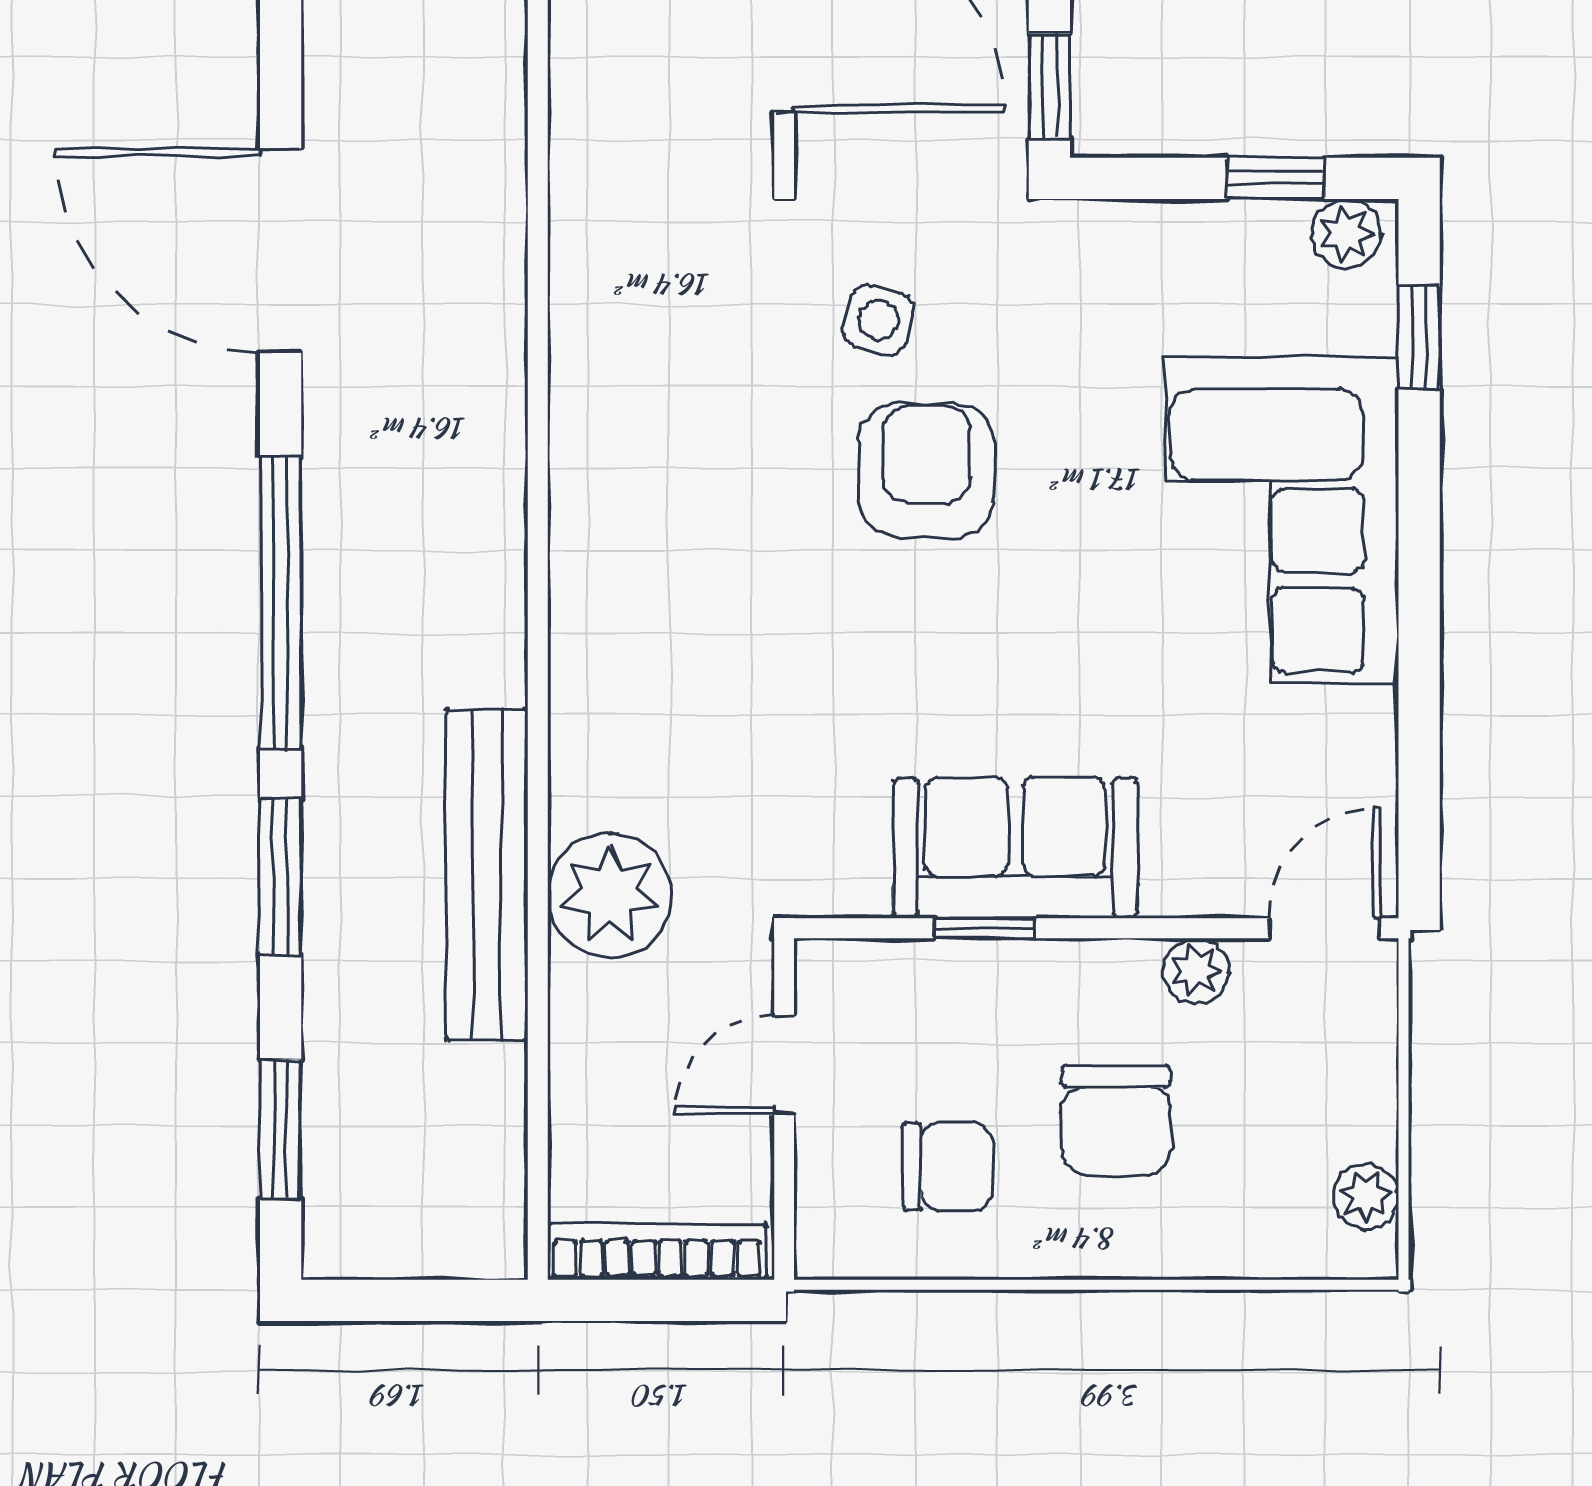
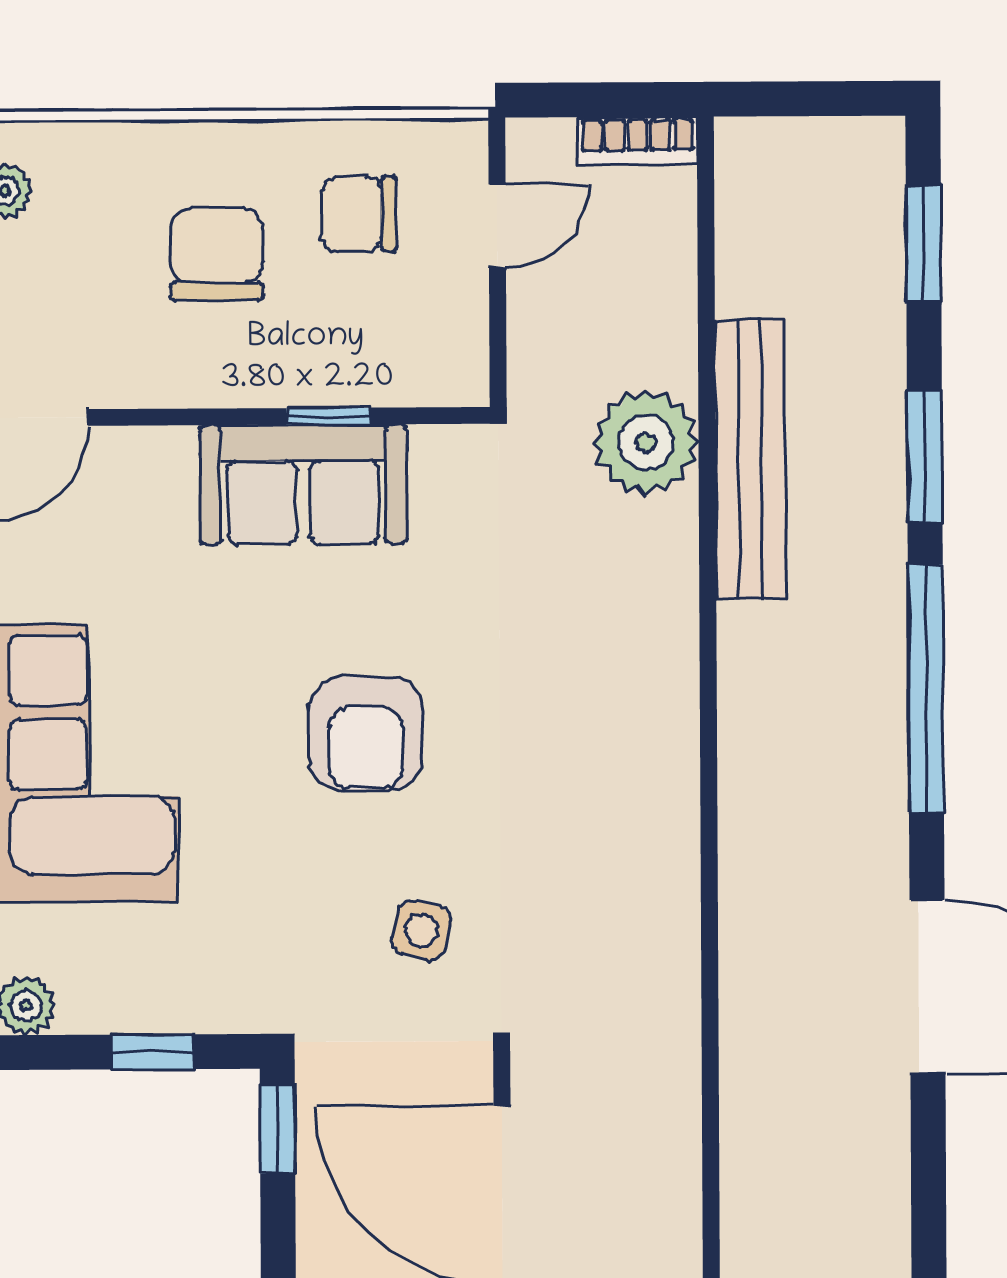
window: (1276, 178) -> (153, 1052), moved
armchair: (927, 471) -> (366, 734), moved
plant: (1196, 971) -> (150, 381), removed
door: (784, 1065) -> (497, 226), moved
bookcase: (657, 1252) -> (638, 141), width x0.64

